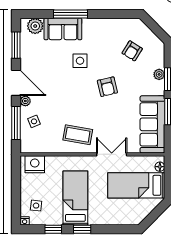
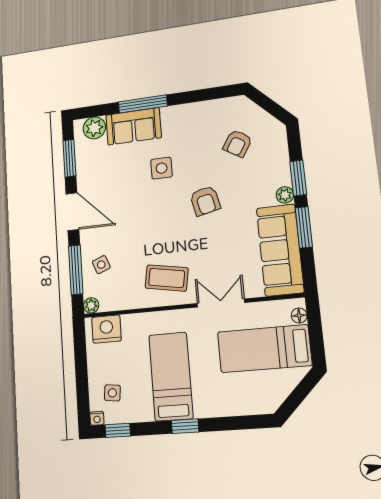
plant: (159, 74) -> (285, 195), moved
plant: (25, 101) -> (91, 305), moved
window: (53, 229) -> (118, 430), moved

